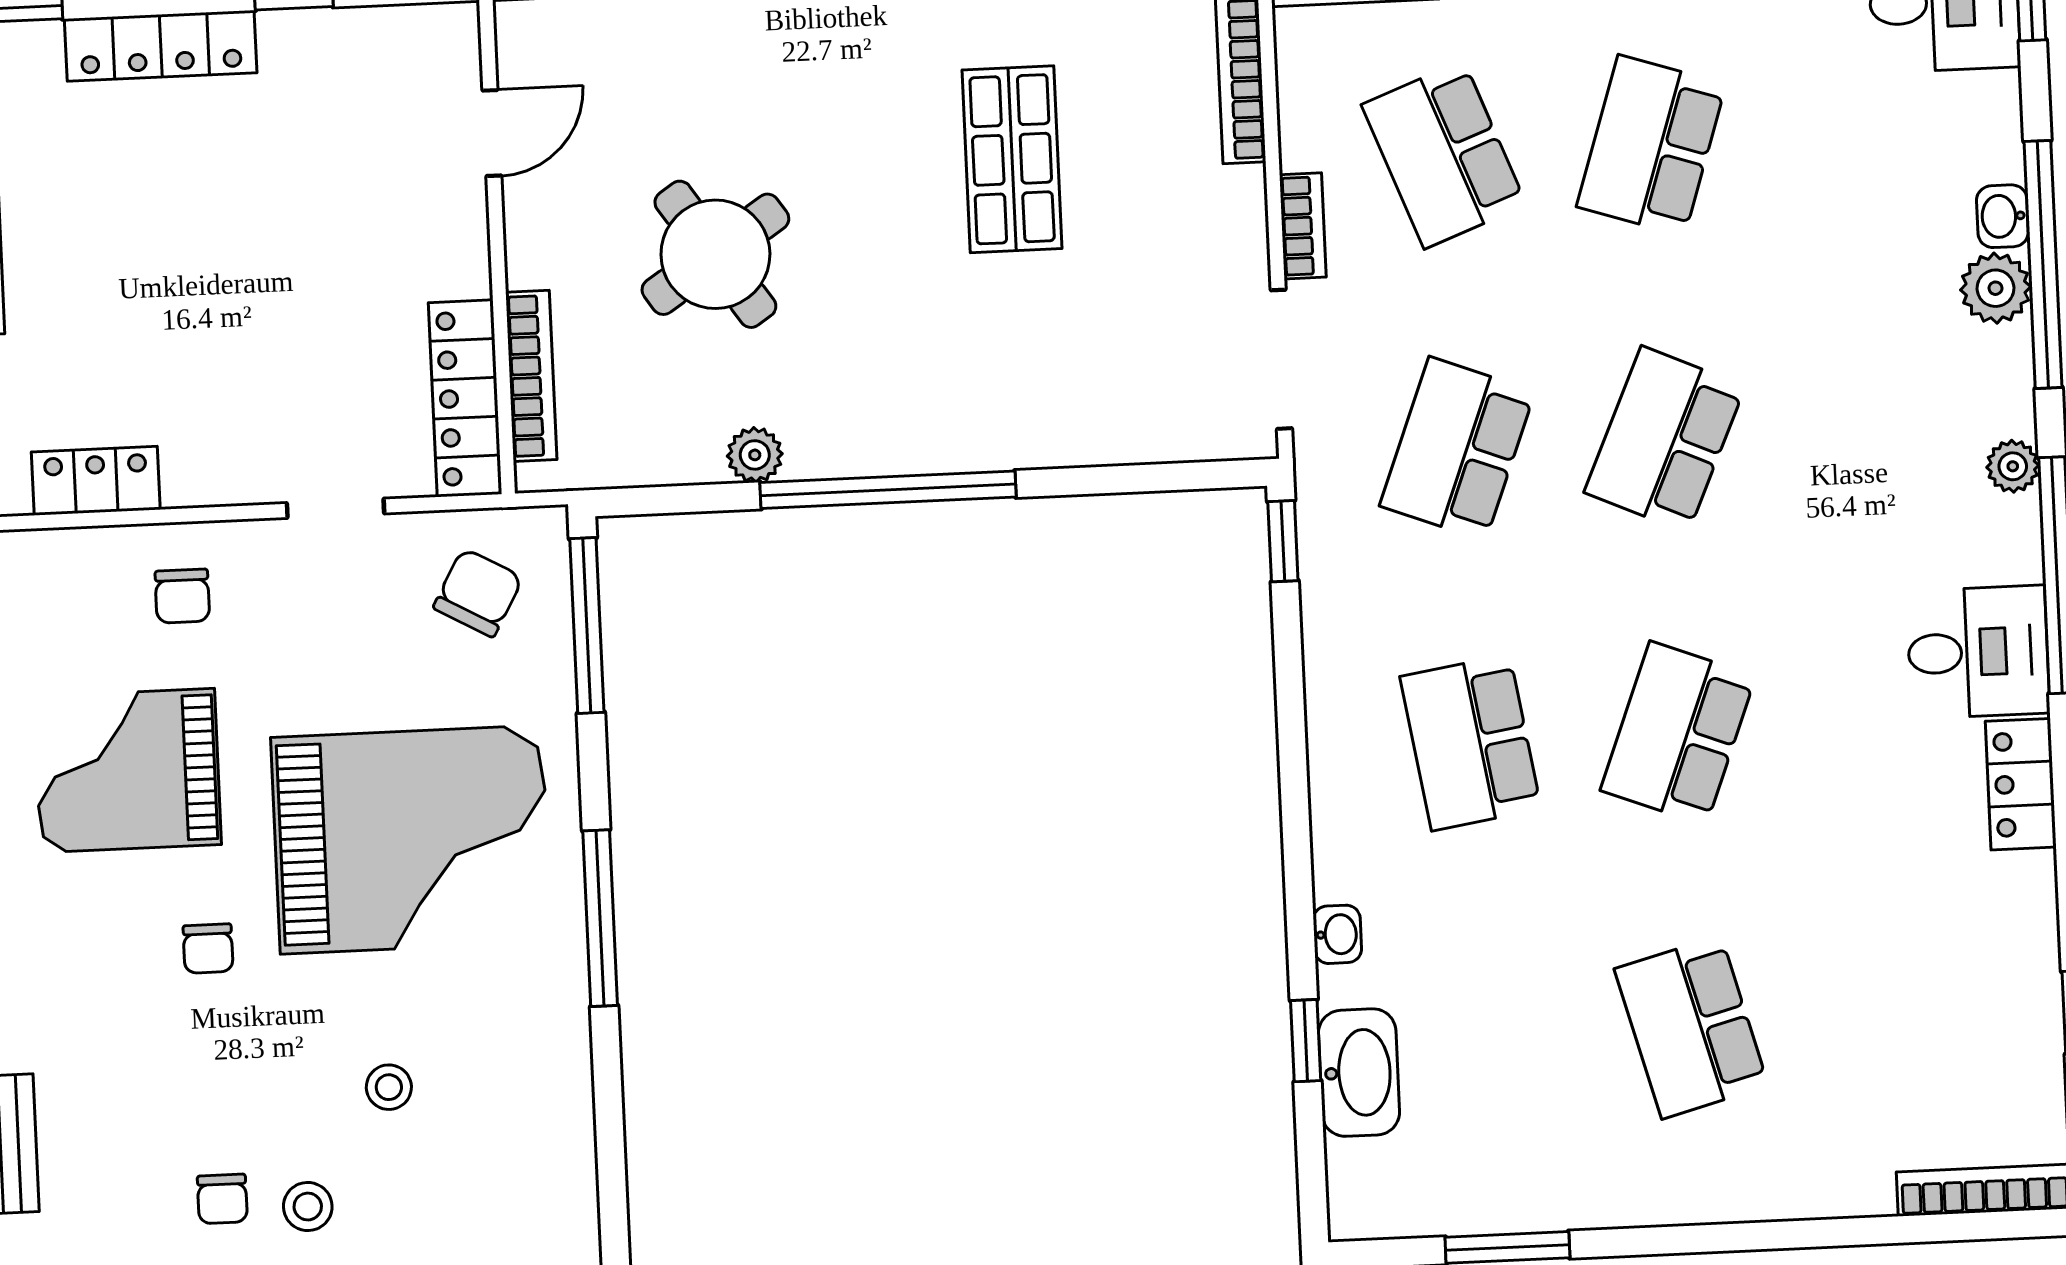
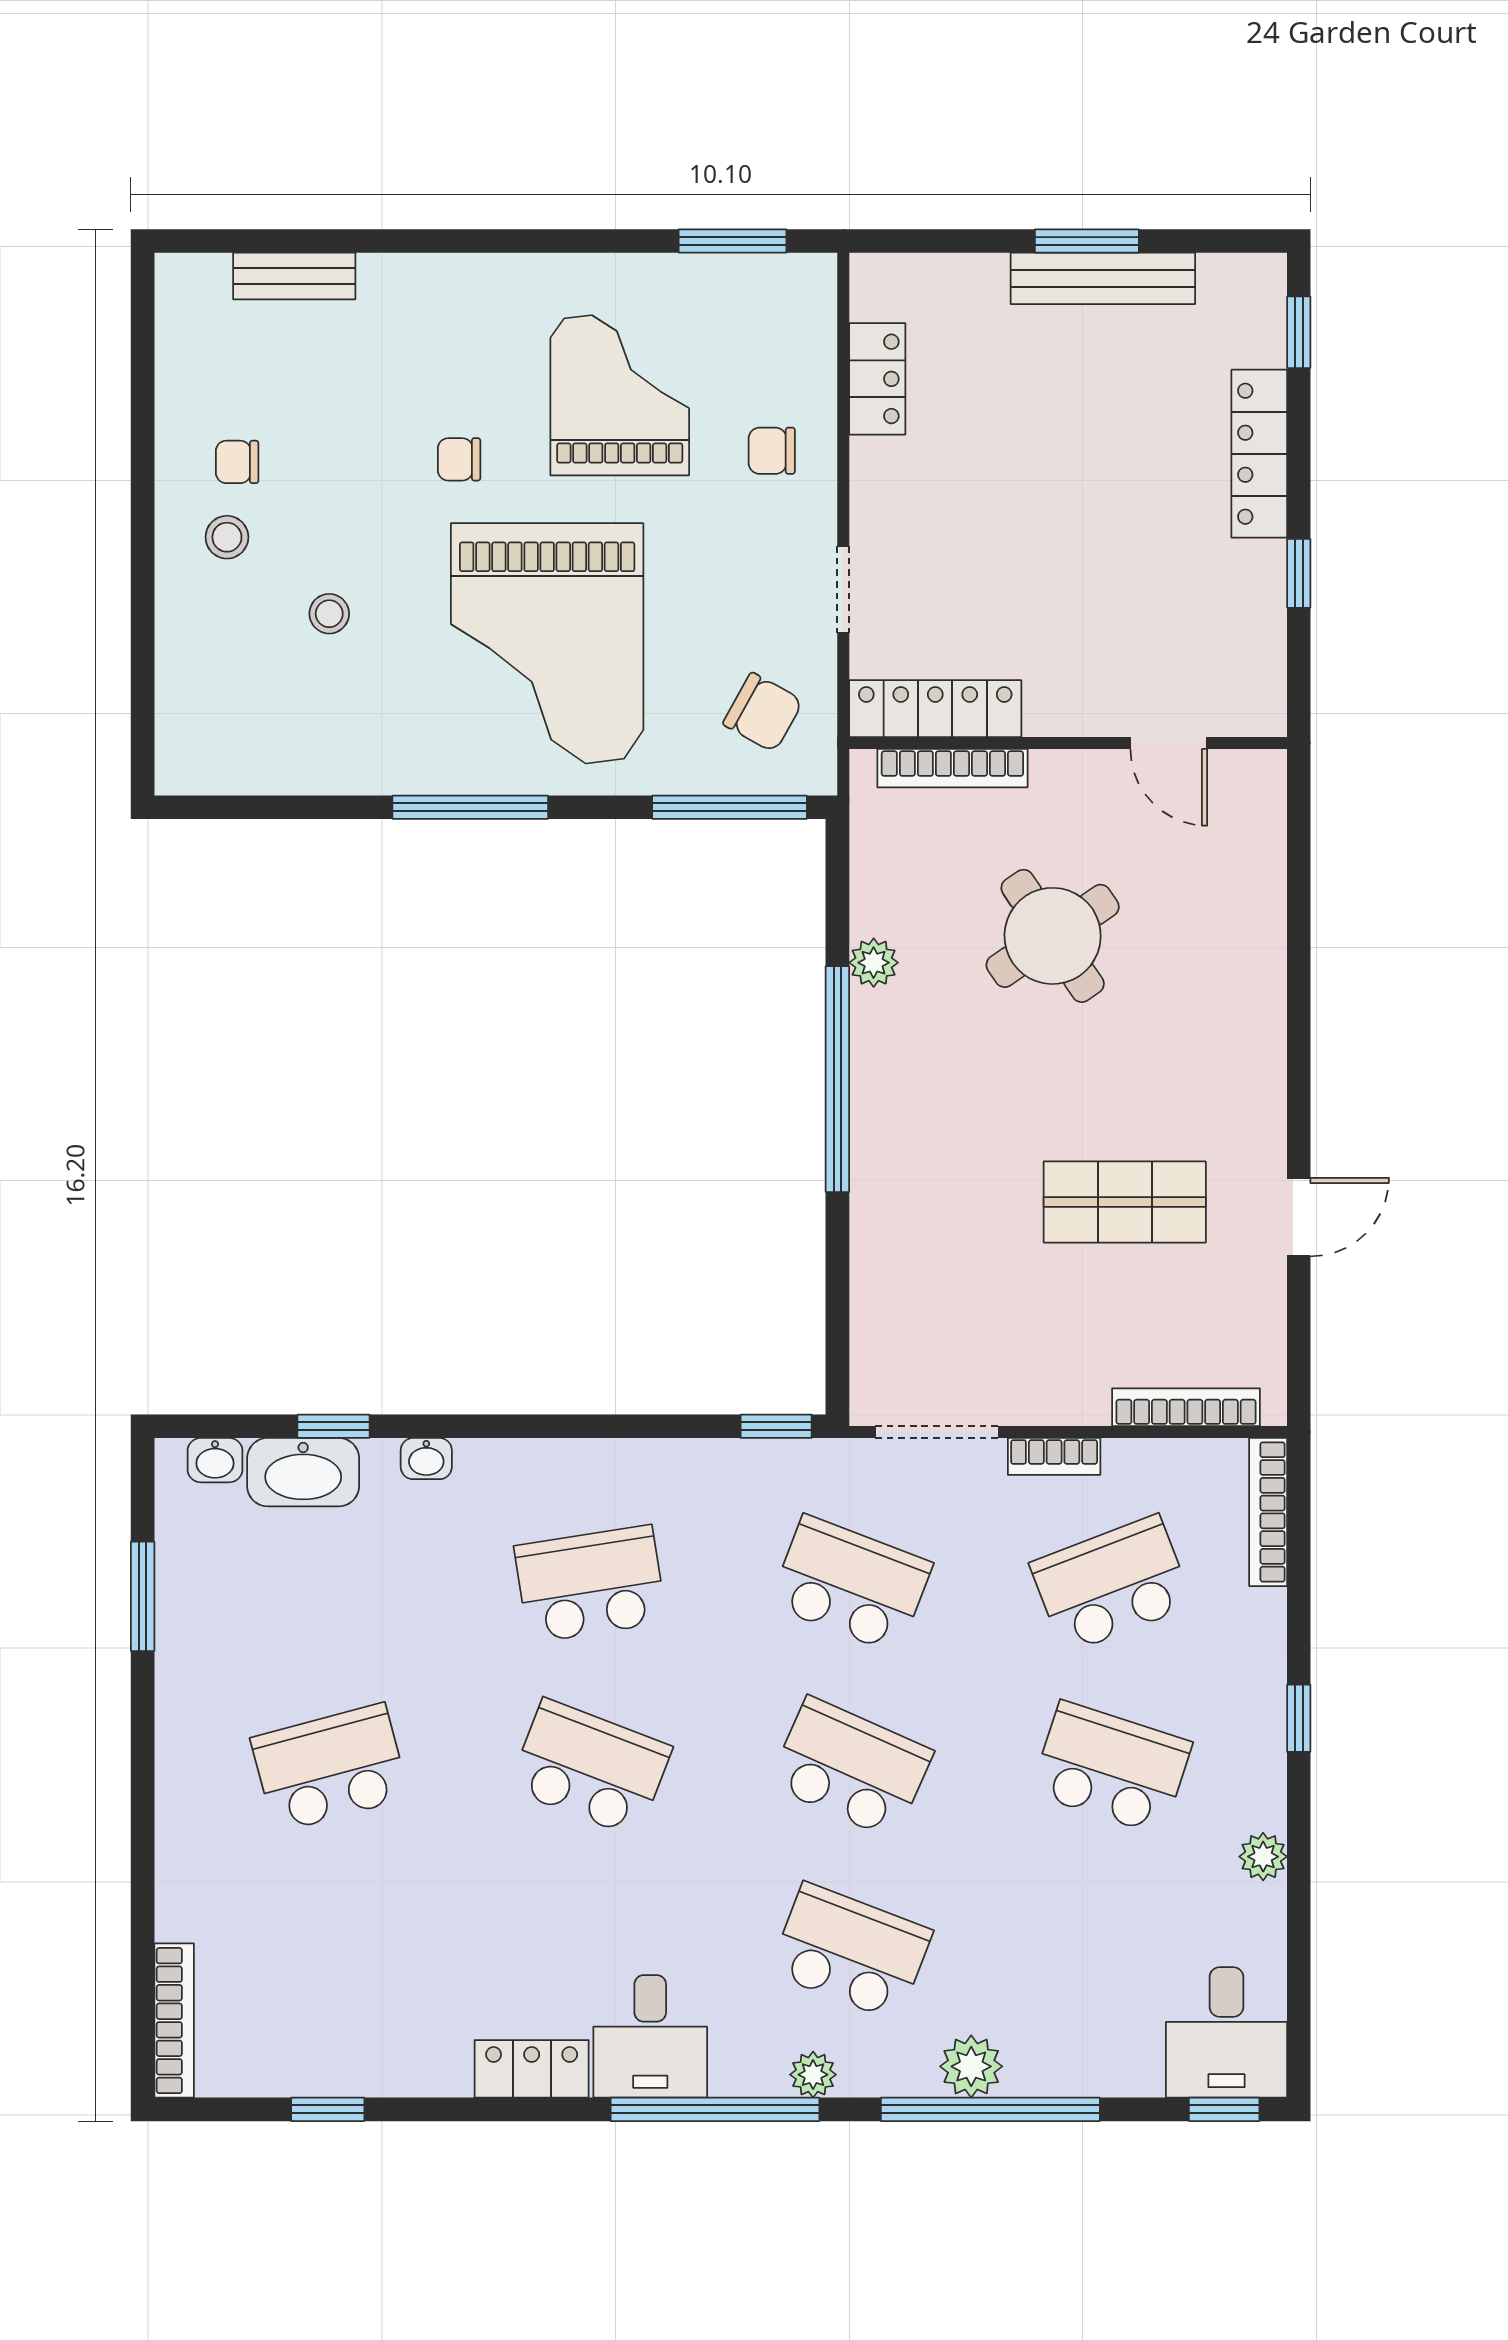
washbasin: (2002, 216) -> (215, 1460), moved, turned 180
school desk: (1872, 430) -> (851, 1952), added

